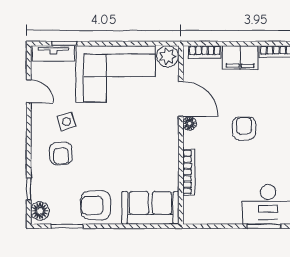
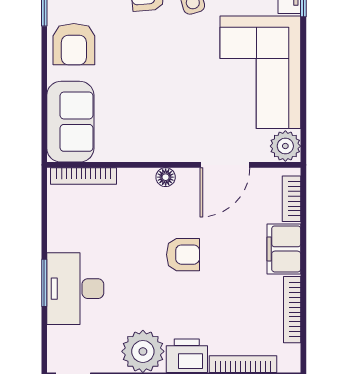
floor lamp: (189, 124) -> (166, 177), moved
bookcase: (189, 172) -> (84, 176), moved
armchair: (96, 205) -> (74, 44), turned 180

